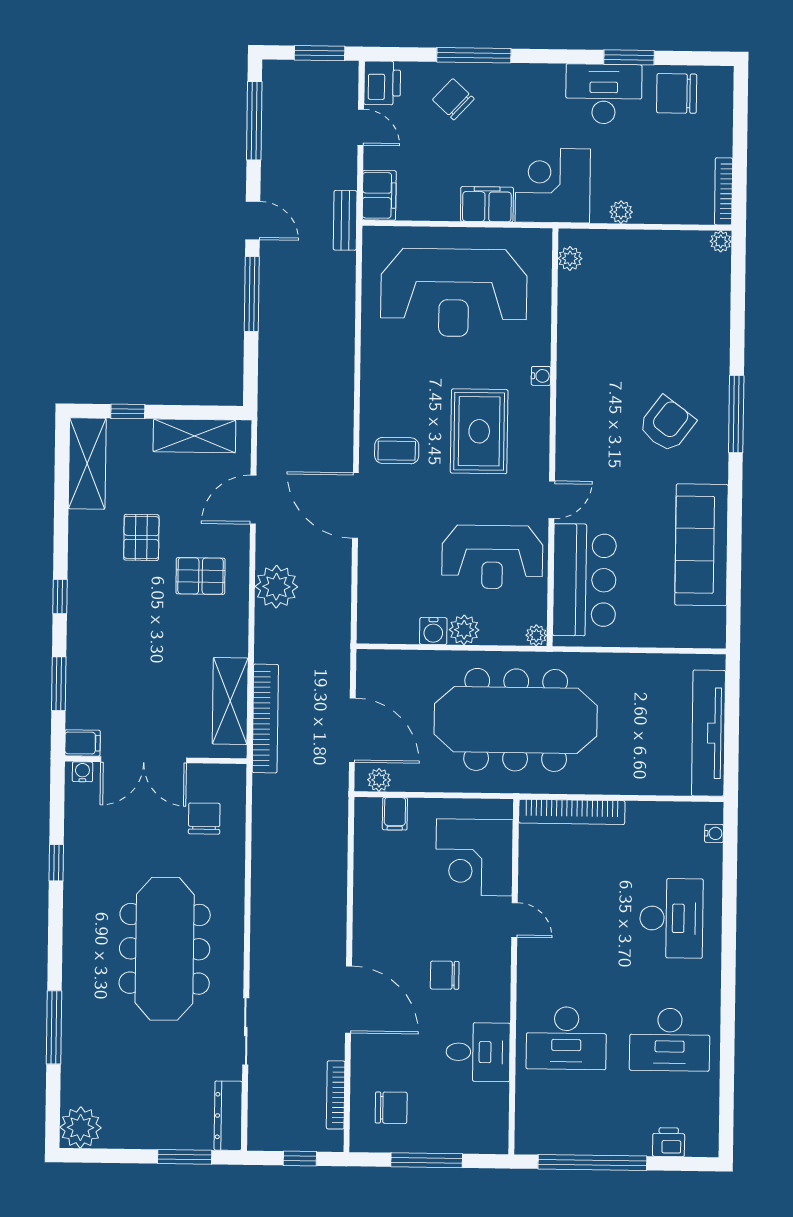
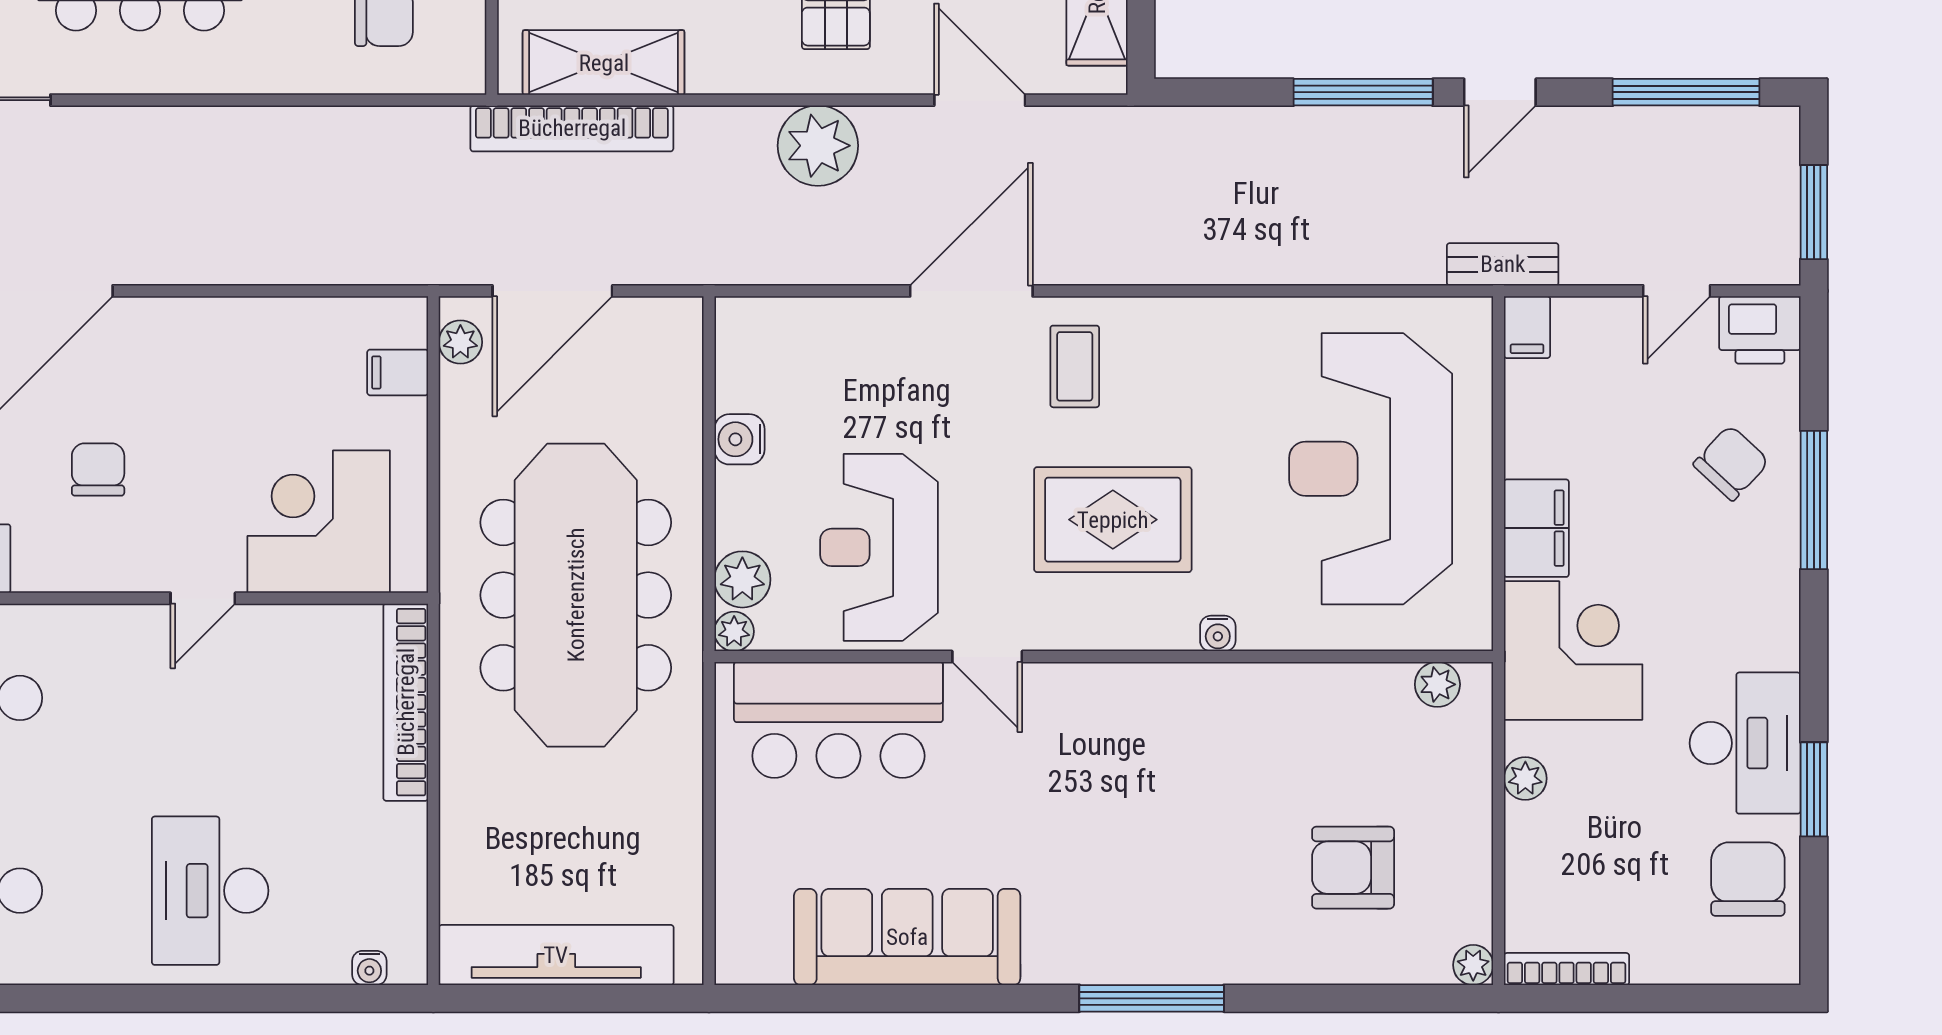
filing cabinet: (379, 195) -> (1527, 327), width x0.50
armchair: (667, 424) -> (1353, 868), moved, turned 143
plant: (464, 630) -> (742, 579), moved
desk: (671, 918) -> (210, 891), turned 90

